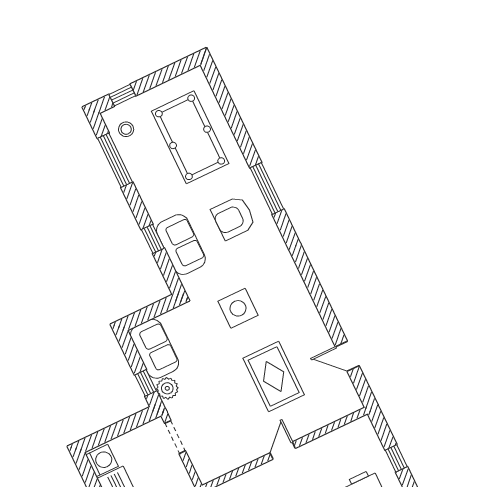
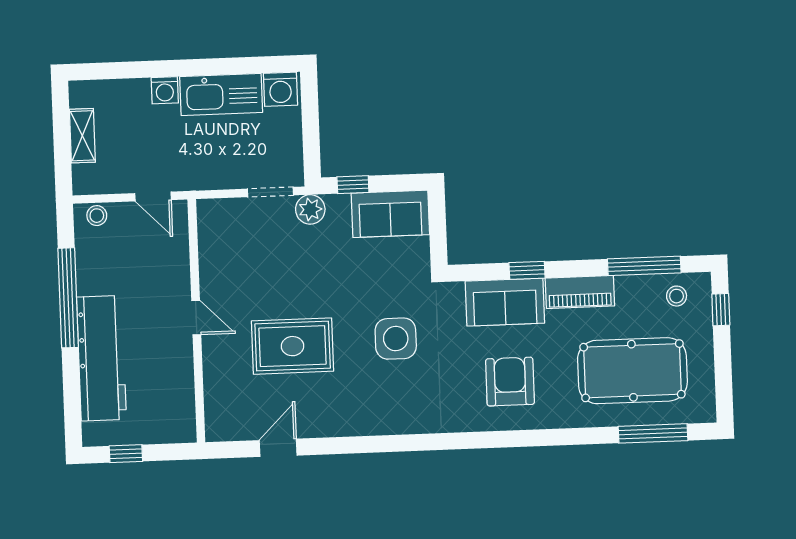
window: (267, 188) -> (653, 433), moved
piano: (152, 196) -> (580, 292), added
plant: (167, 388) -> (310, 209), moved

